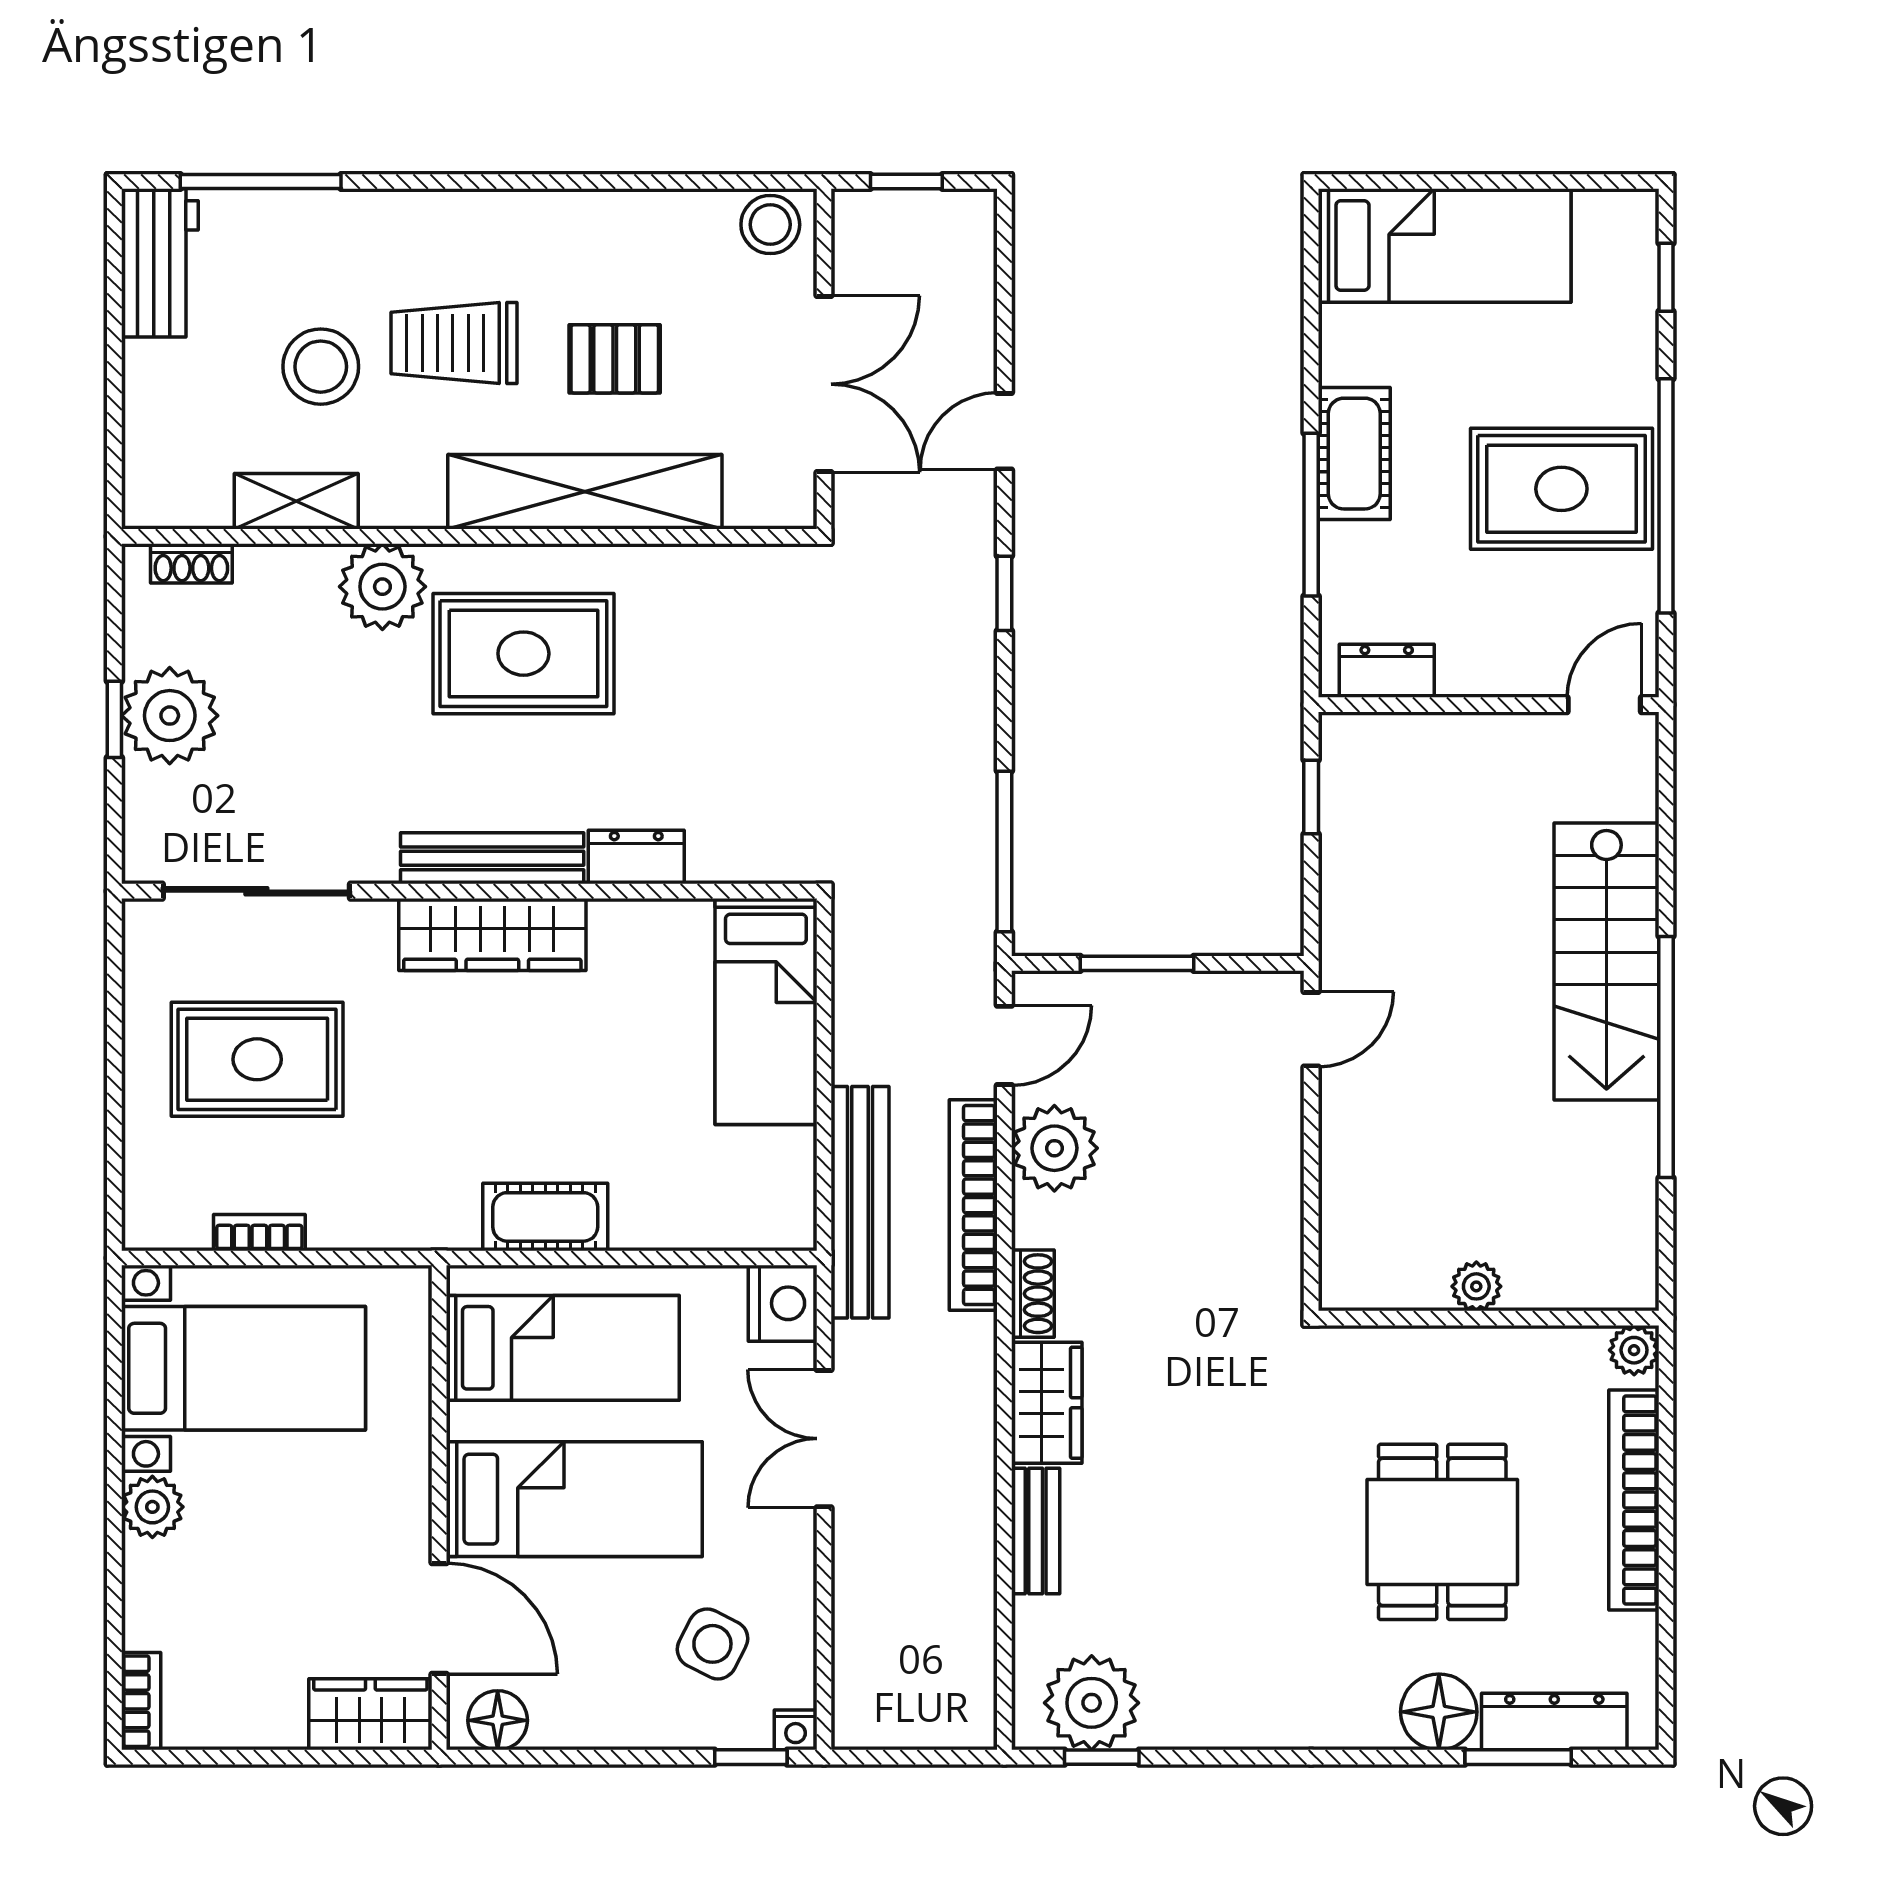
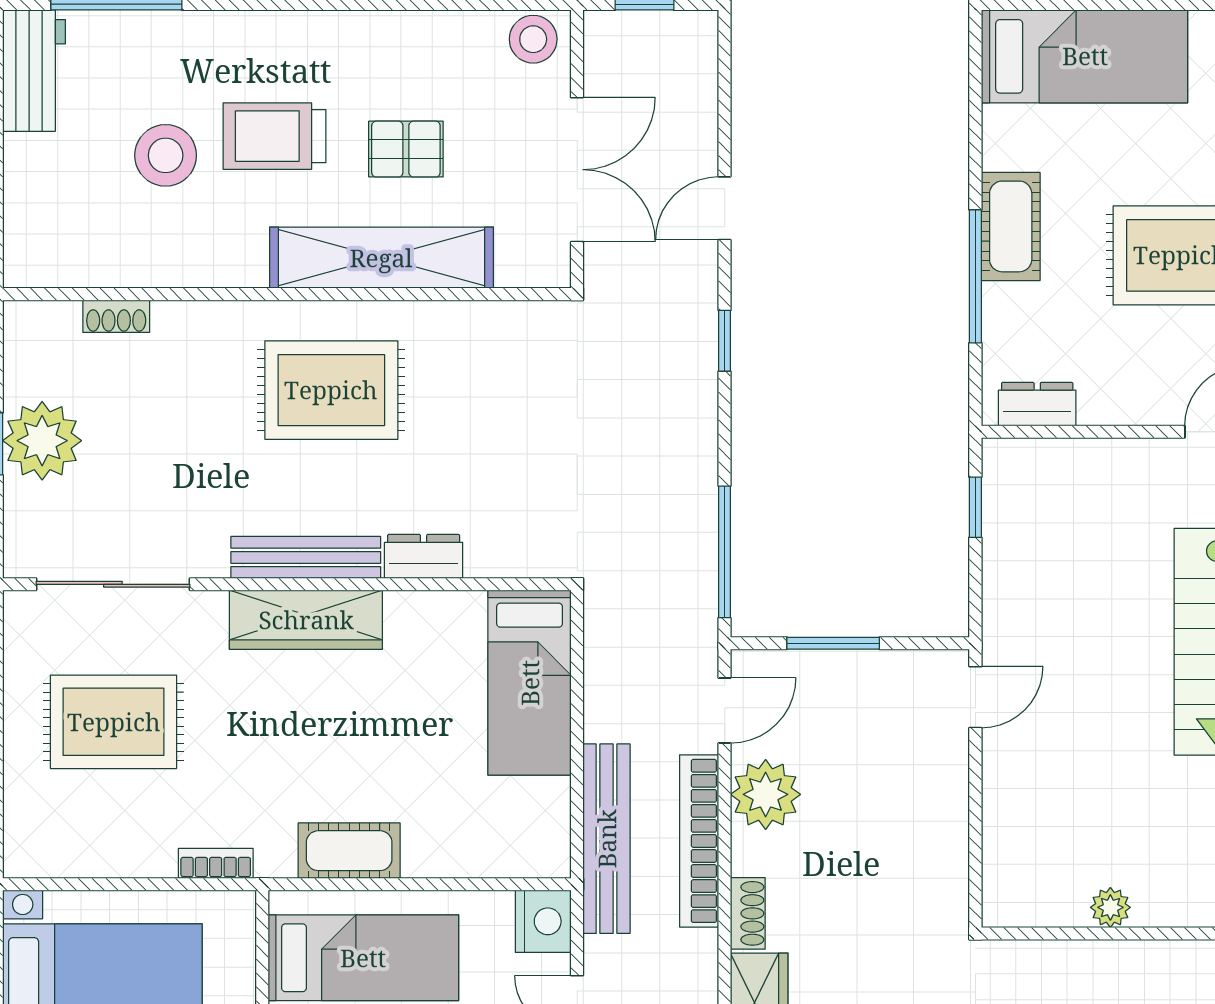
shelving: (296, 501) -> (146, 265), removed
shoe rack: (191, 563) -> (116, 316), moved
plant: (382, 587) -> (216, 335), removed
bookcase: (259, 1233) -> (216, 863), moved

